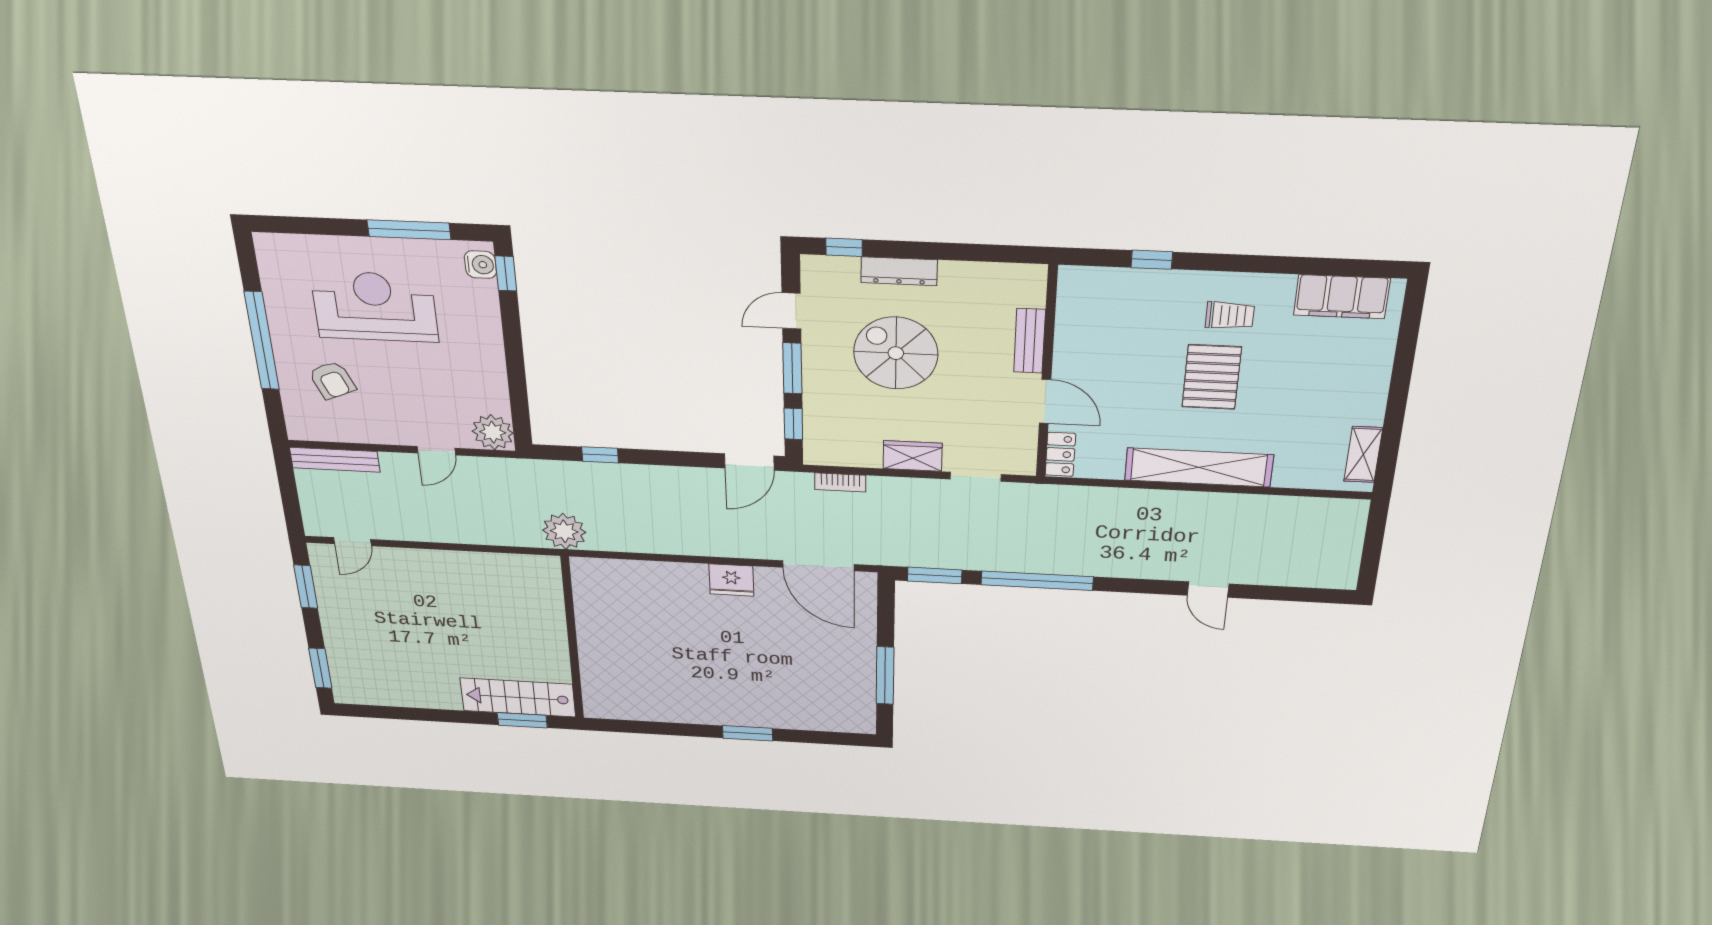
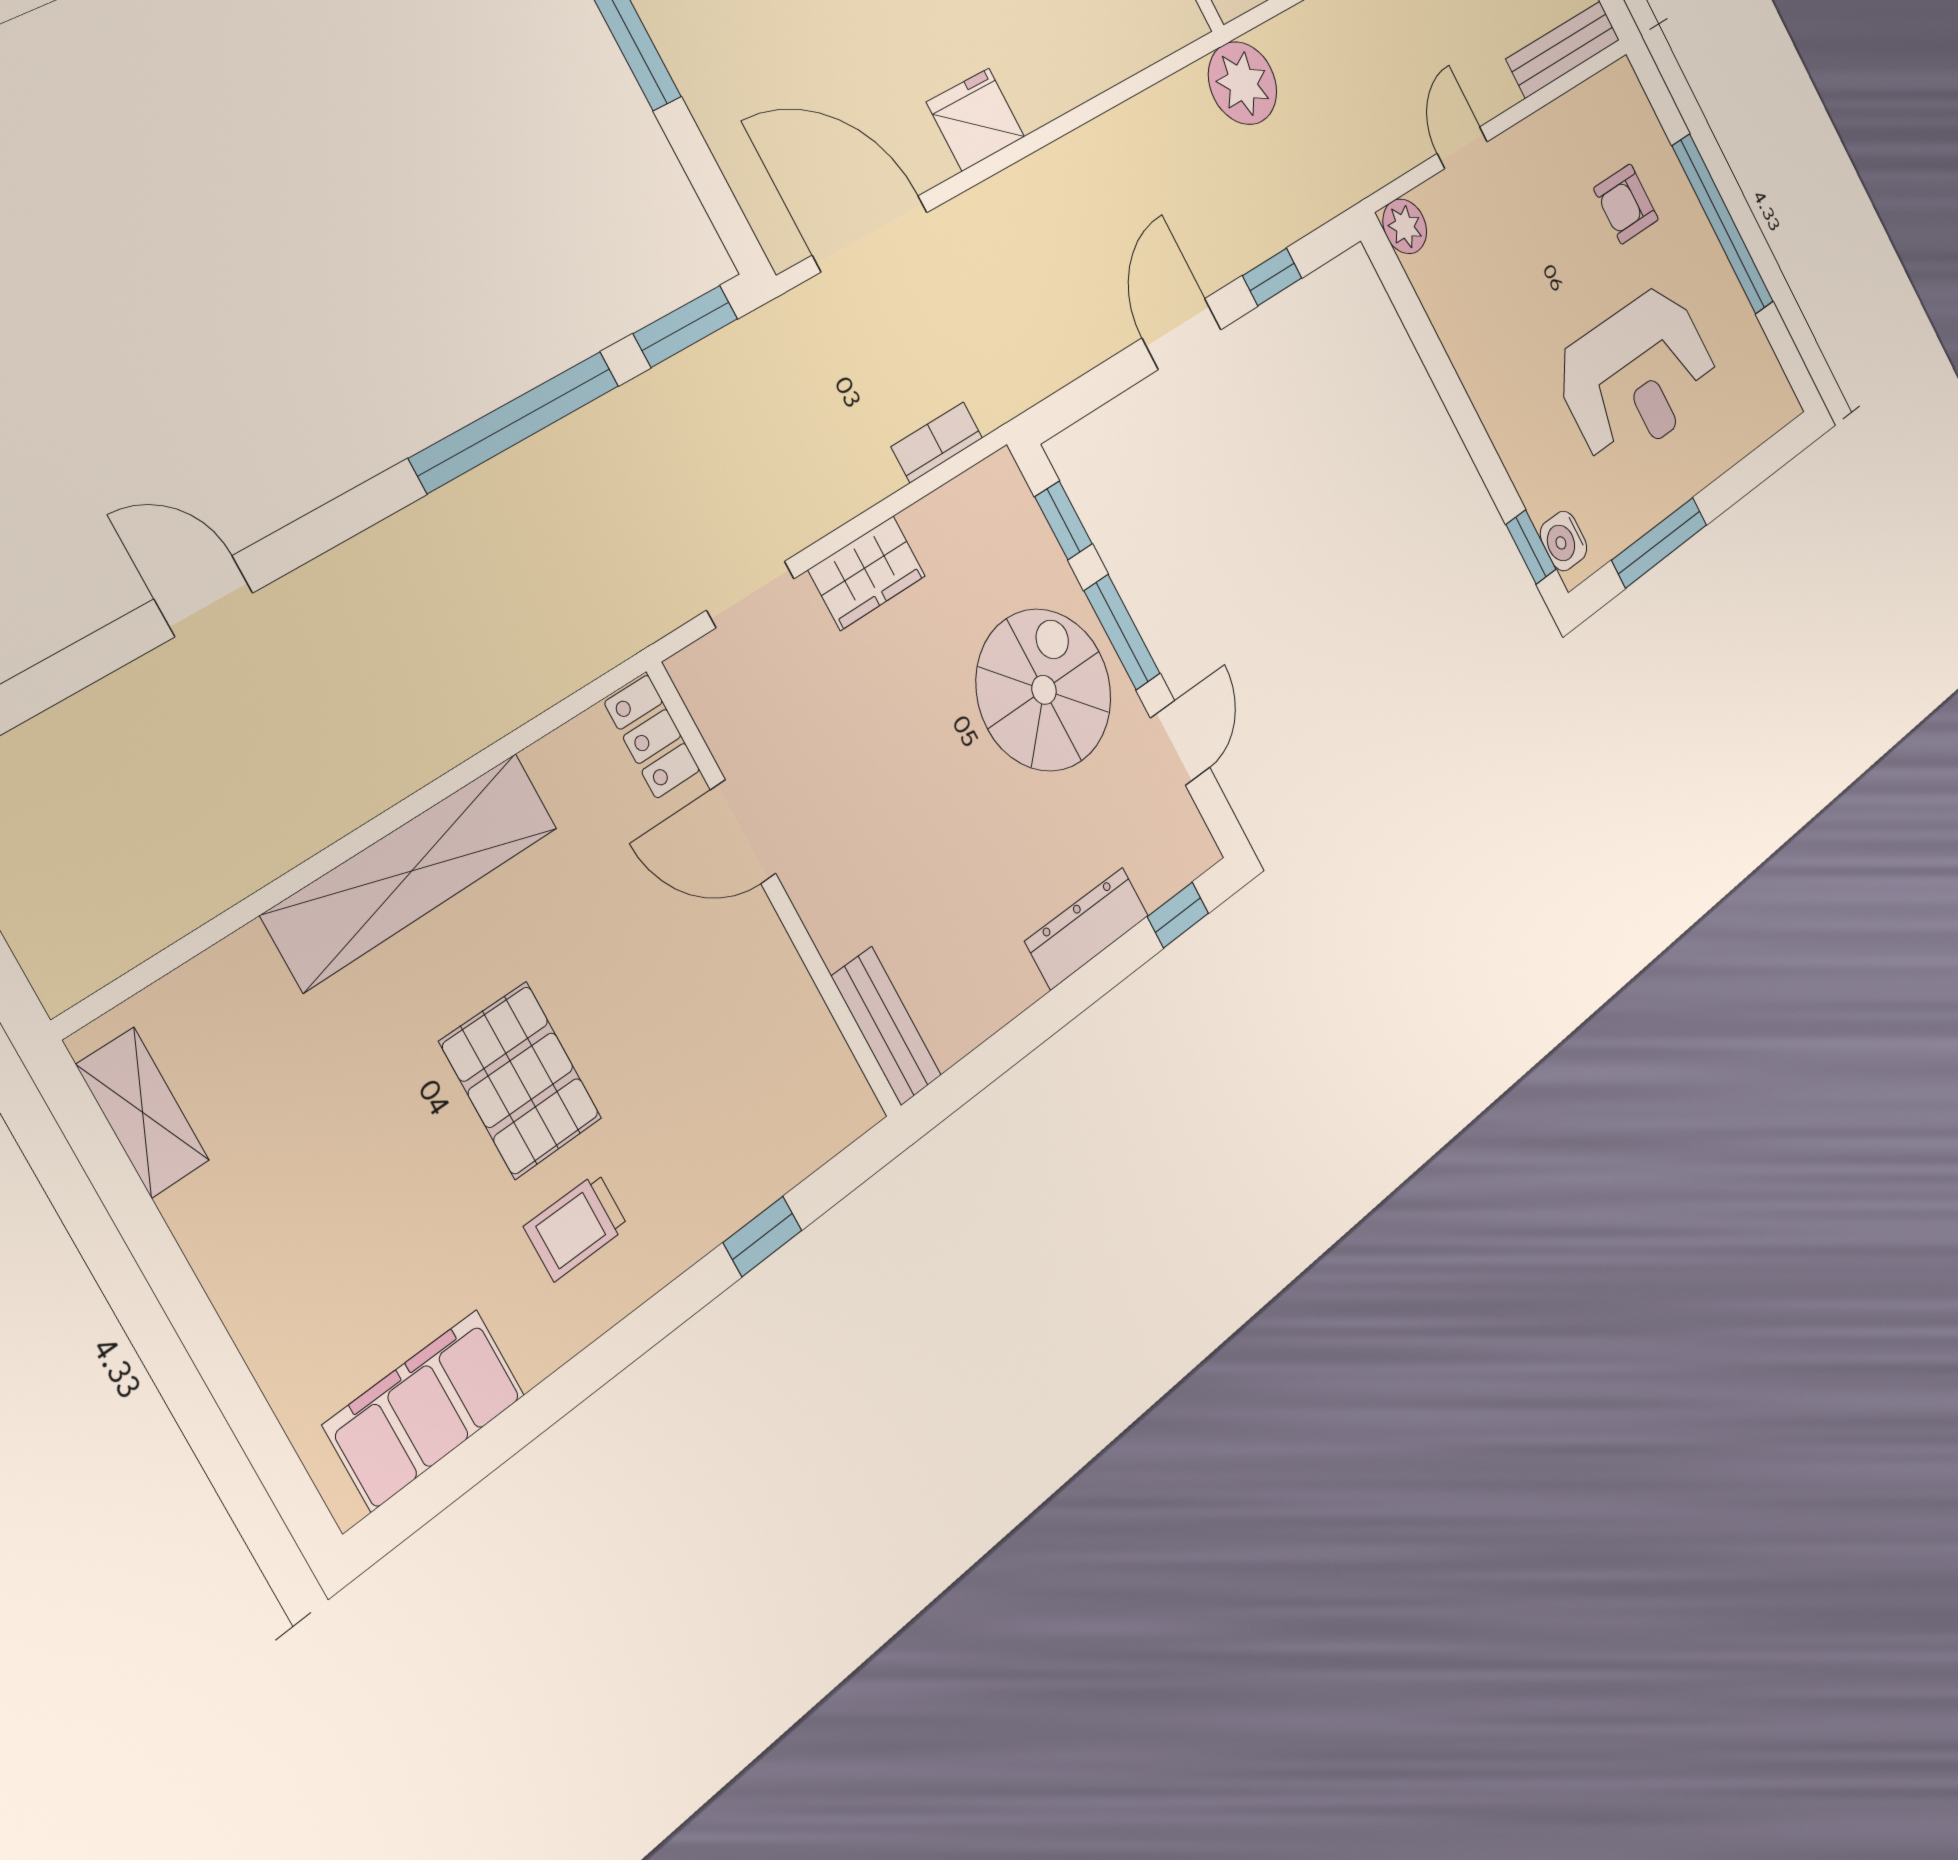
bench: (1030, 341) -> (886, 1026), moved
spiral stairs: (896, 353) -> (1044, 690), moved, turned -90
armchair: (332, 380) -> (1626, 204), turned -67
plant: (493, 432) -> (1405, 226), width x0.73, depth x0.73
door: (749, 462) -> (1182, 334), moved

